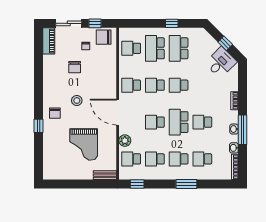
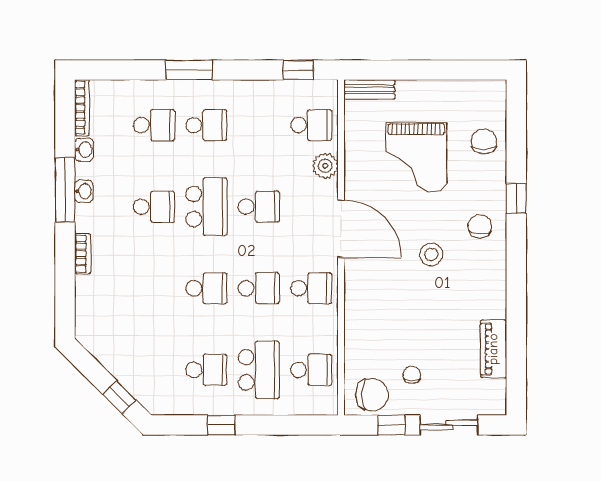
piano: (49, 41) -> (493, 349), moved
window: (225, 43) -> (120, 397), moved
school desk: (179, 48) -> (206, 370), width x0.54
desk: (221, 62) -> (113, 338), removed
chair: (75, 67) -> (484, 141), moved
grand piano: (84, 144) -> (416, 157), turned 180
school desk: (155, 159) -> (259, 125), removed

